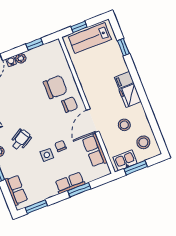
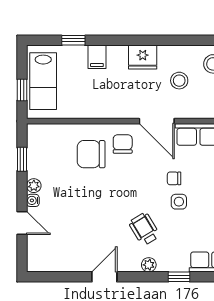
filing cabinet: (124, 80) -> (97, 57), moved
chair: (55, 87) -> (91, 154), turned -90

